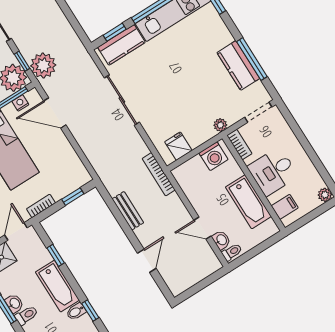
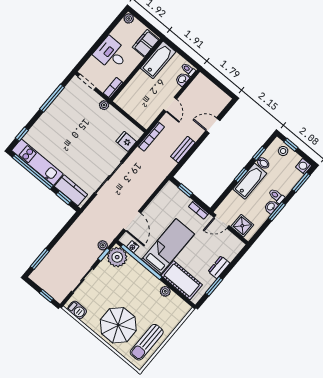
plant: (43, 65) -> (103, 245), width x0.53, depth x0.53
kitchen counter: (238, 65) -> (59, 106), removed
fridge: (178, 146) -> (126, 141), moved, turned 90
washing machine: (213, 156) -> (127, 103), removed
desk: (273, 171) -> (111, 54), moved, turned 180
bathtub: (248, 202) -> (158, 60), moved
filing cabinet: (285, 207) -> (146, 43), width x2.00
door: (203, 228) -> (170, 104), moved
window: (56, 255) -> (241, 175), moved

